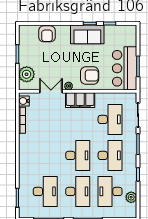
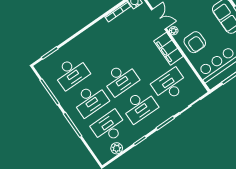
desk: (110, 119) -> (170, 85), turned 180

